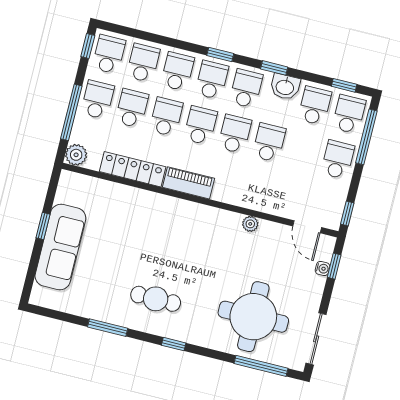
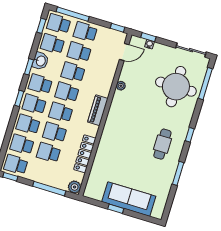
school desk: (98, 100) -> (79, 52), moved
piano: (188, 183) -> (98, 110), moved

